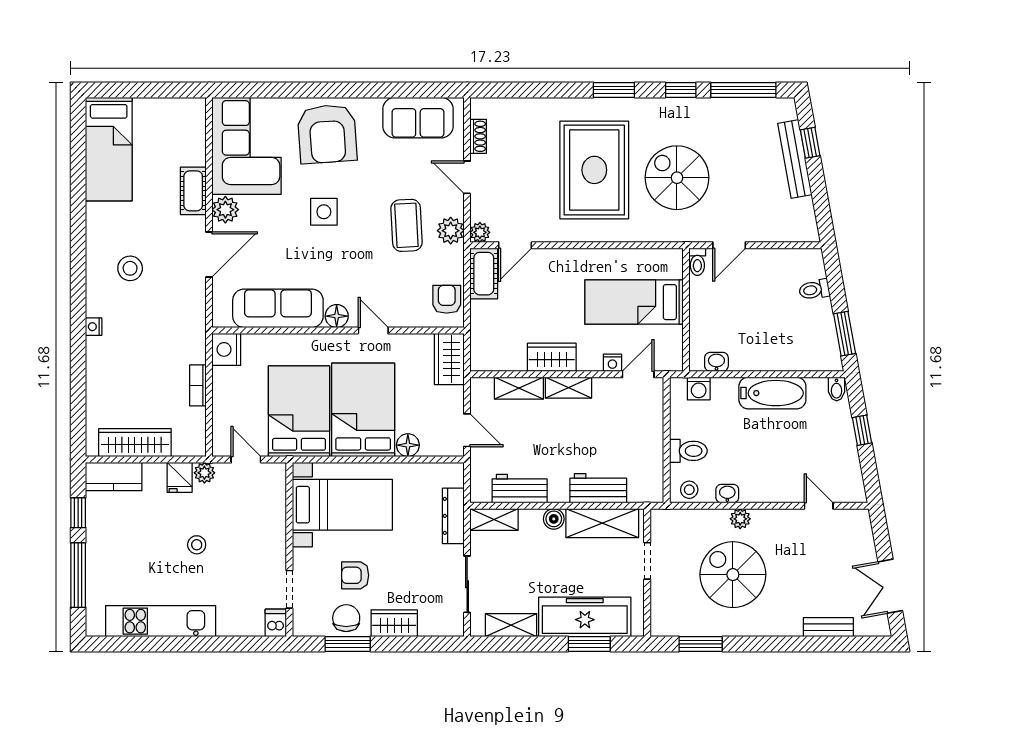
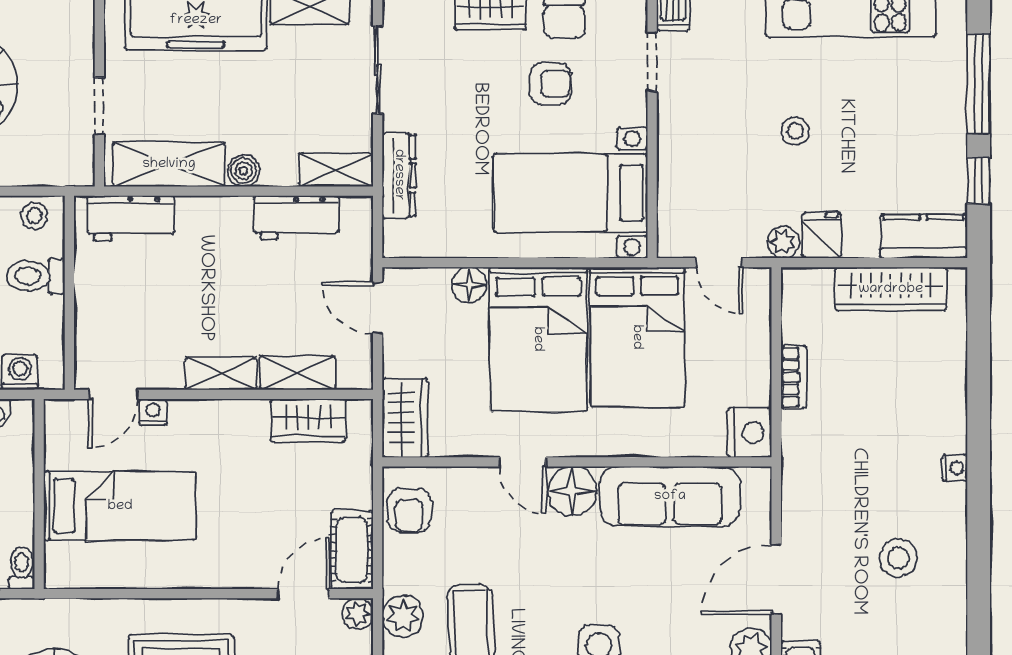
floor lamp: (337, 316) -> (572, 491), width x1.38, depth x1.38
wardrobe: (552, 357) -> (308, 421), moved
workbench: (598, 488) -> (131, 218), moved

